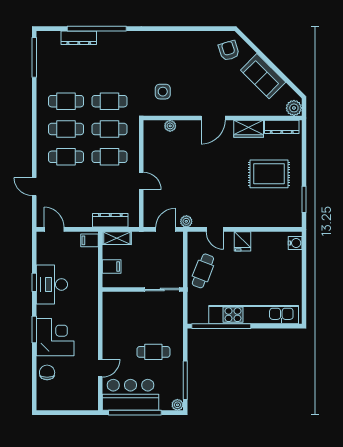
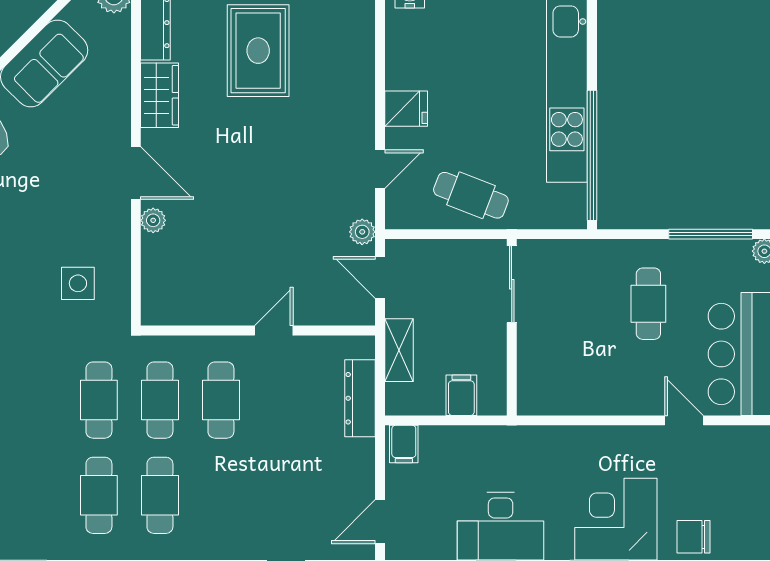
plant: (170, 126) -> (153, 220), moved
cafe table: (66, 157) -> (221, 495), removed
shelving: (117, 238) -> (399, 350), moved

